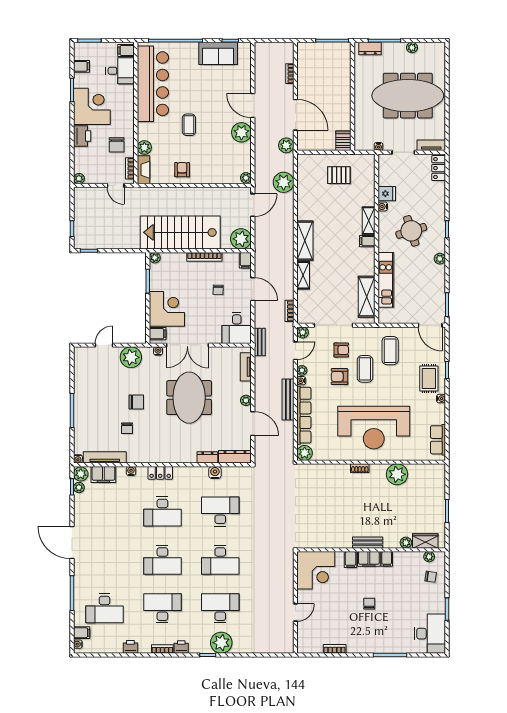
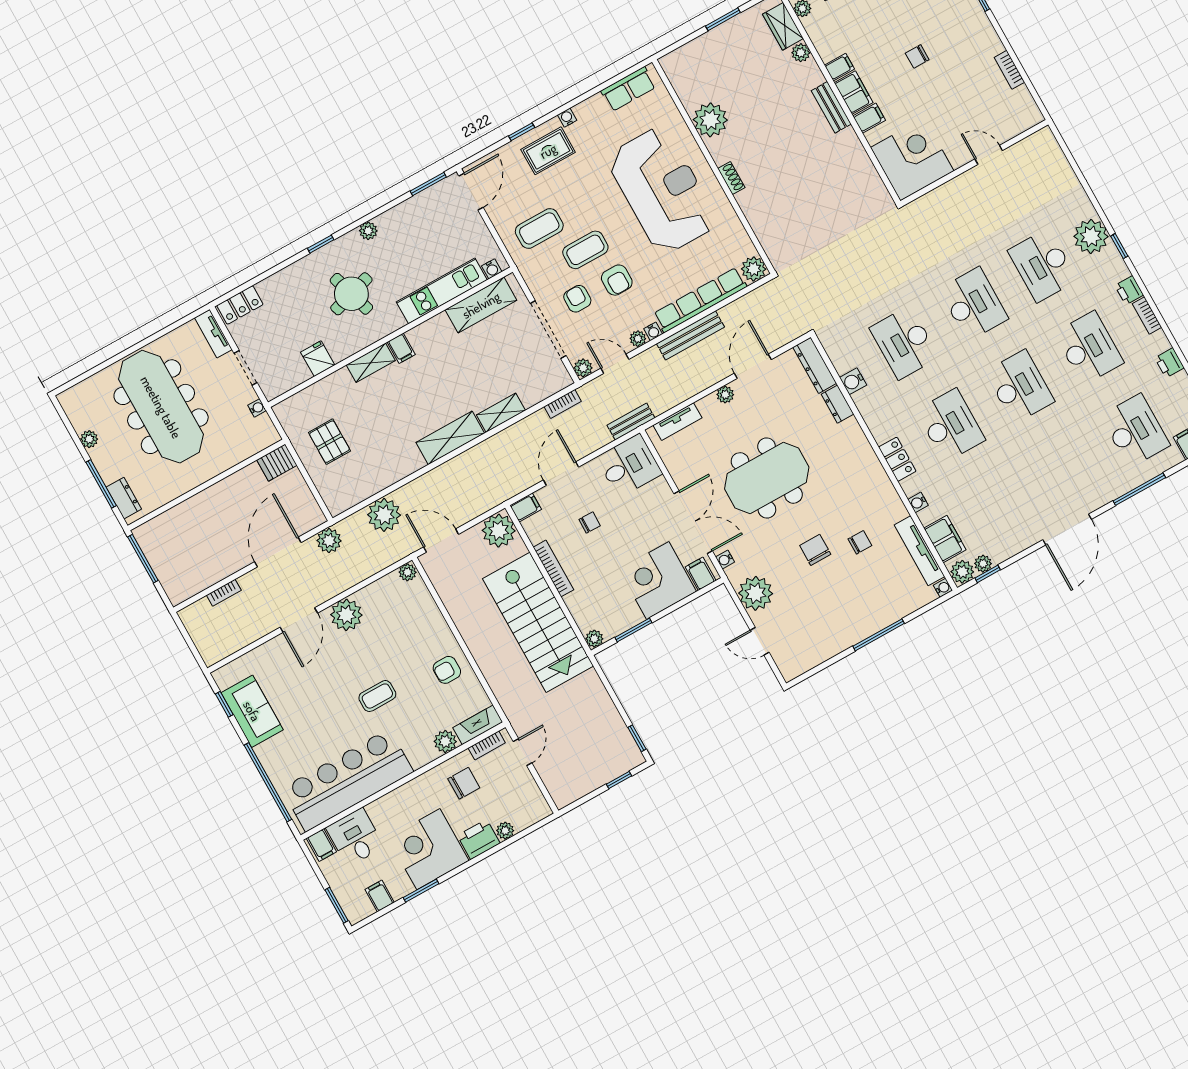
plant: (79, 179) -> (505, 831), moved
water cooler: (383, 206) -> (492, 269), moved
desk: (162, 608) -> (1089, 348), turned 180

